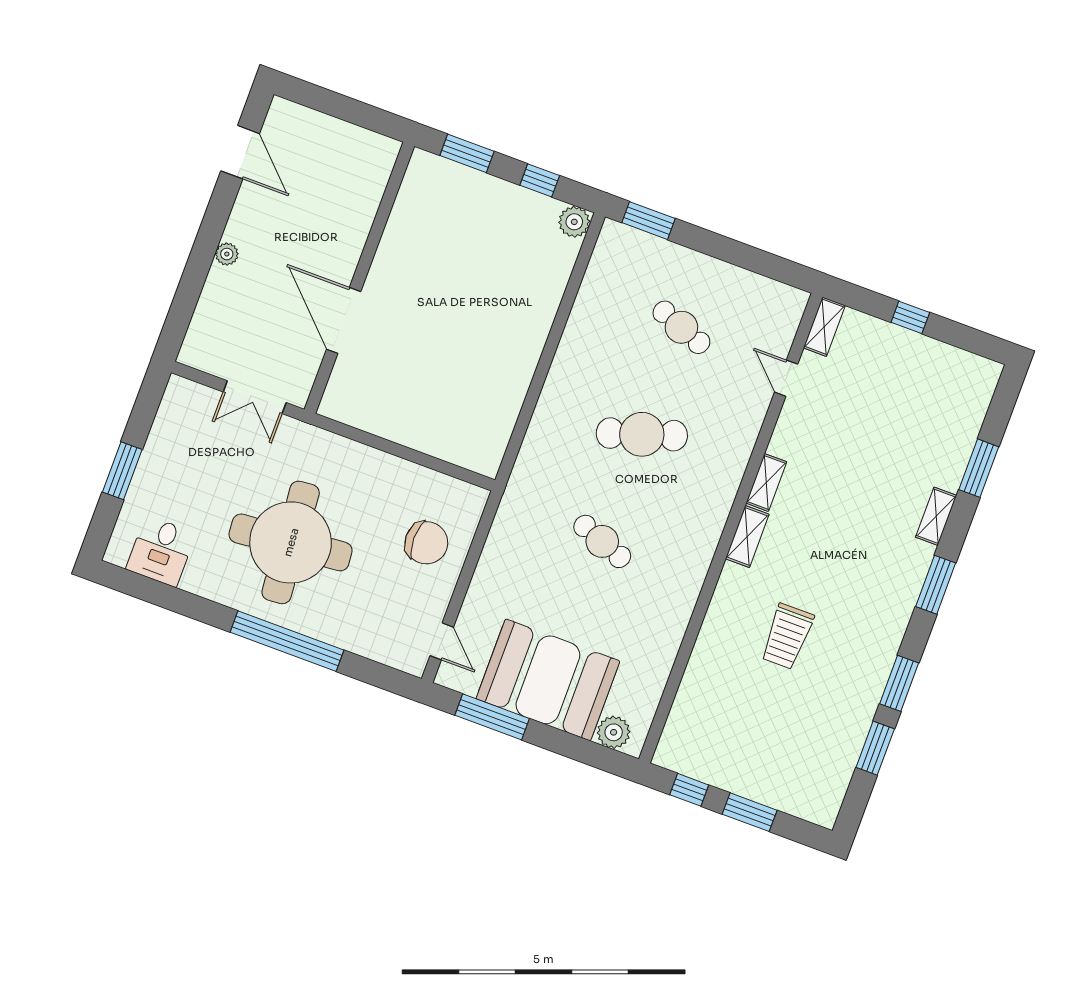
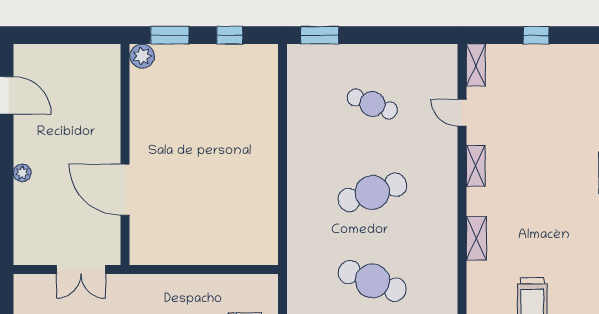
plant: (574, 222) -> (142, 56), moved
shelving: (766, 482) -> (476, 166), moved
cafe table: (602, 541) -> (372, 281), width x1.37, depth x1.35

